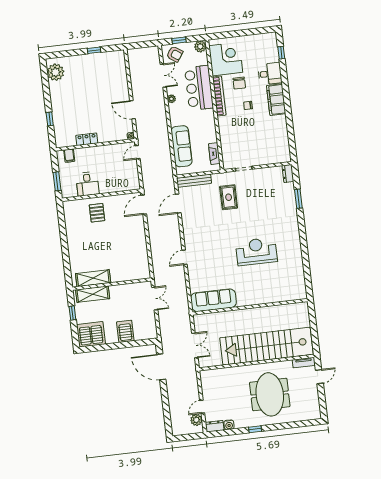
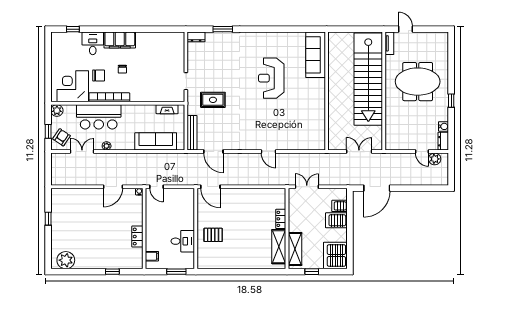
locker: (120, 277) -> (281, 219), added
sofa: (213, 300) -> (316, 55), moved
server rack: (140, 333) -> (340, 206), added

